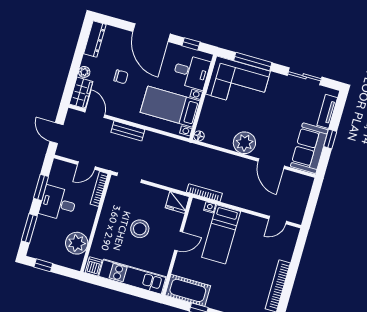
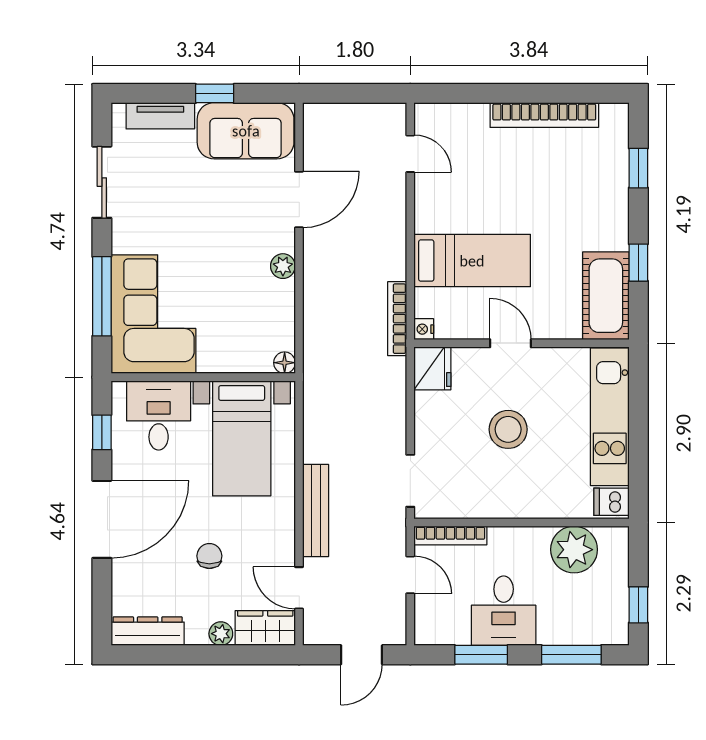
door: (95, 113) -> (299, 588), hinge flipped
bench: (128, 131) -> (316, 511), width x1.36
plant: (244, 143) -> (283, 266), width x0.53, depth x0.53
nightstand: (210, 207) -> (424, 329), moved

